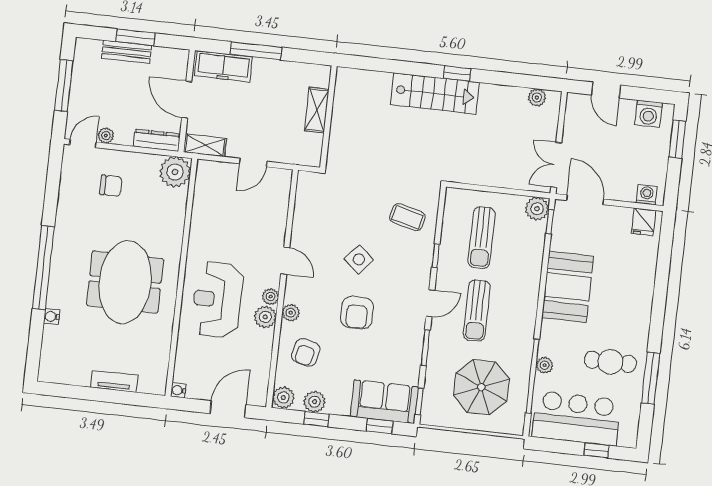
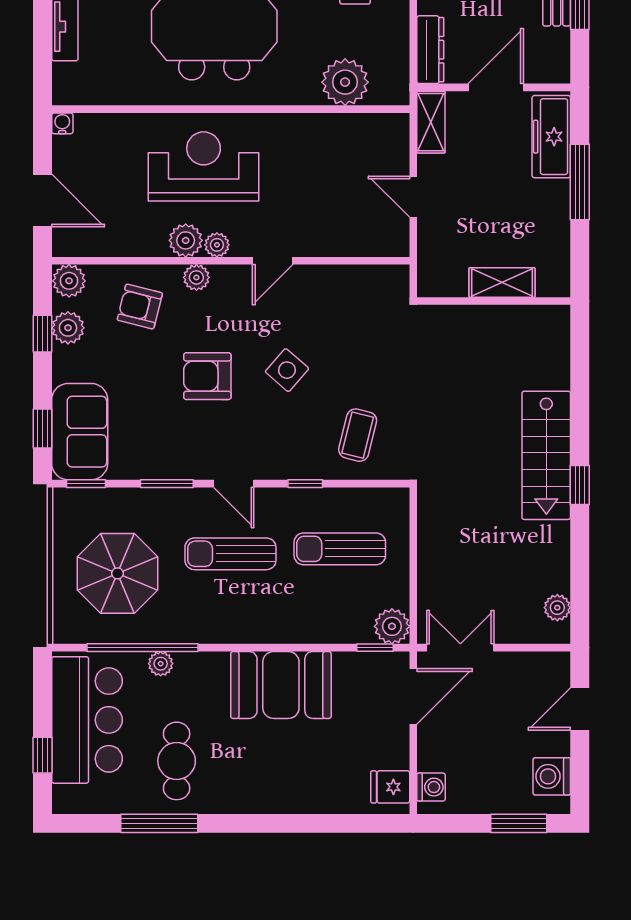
plant: (175, 172) -> (345, 82), moved

